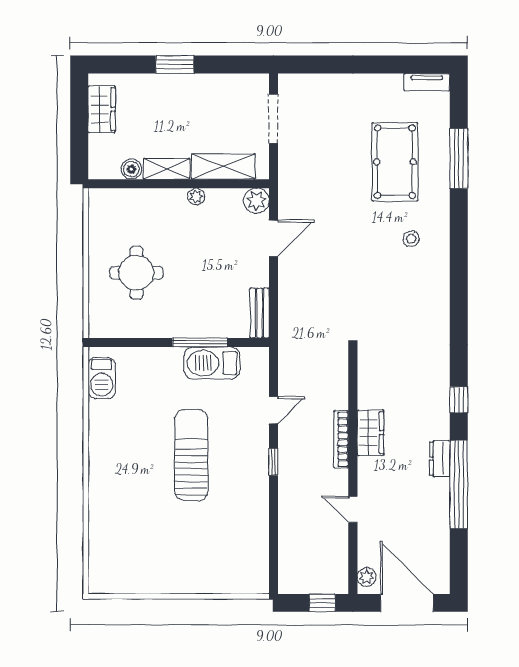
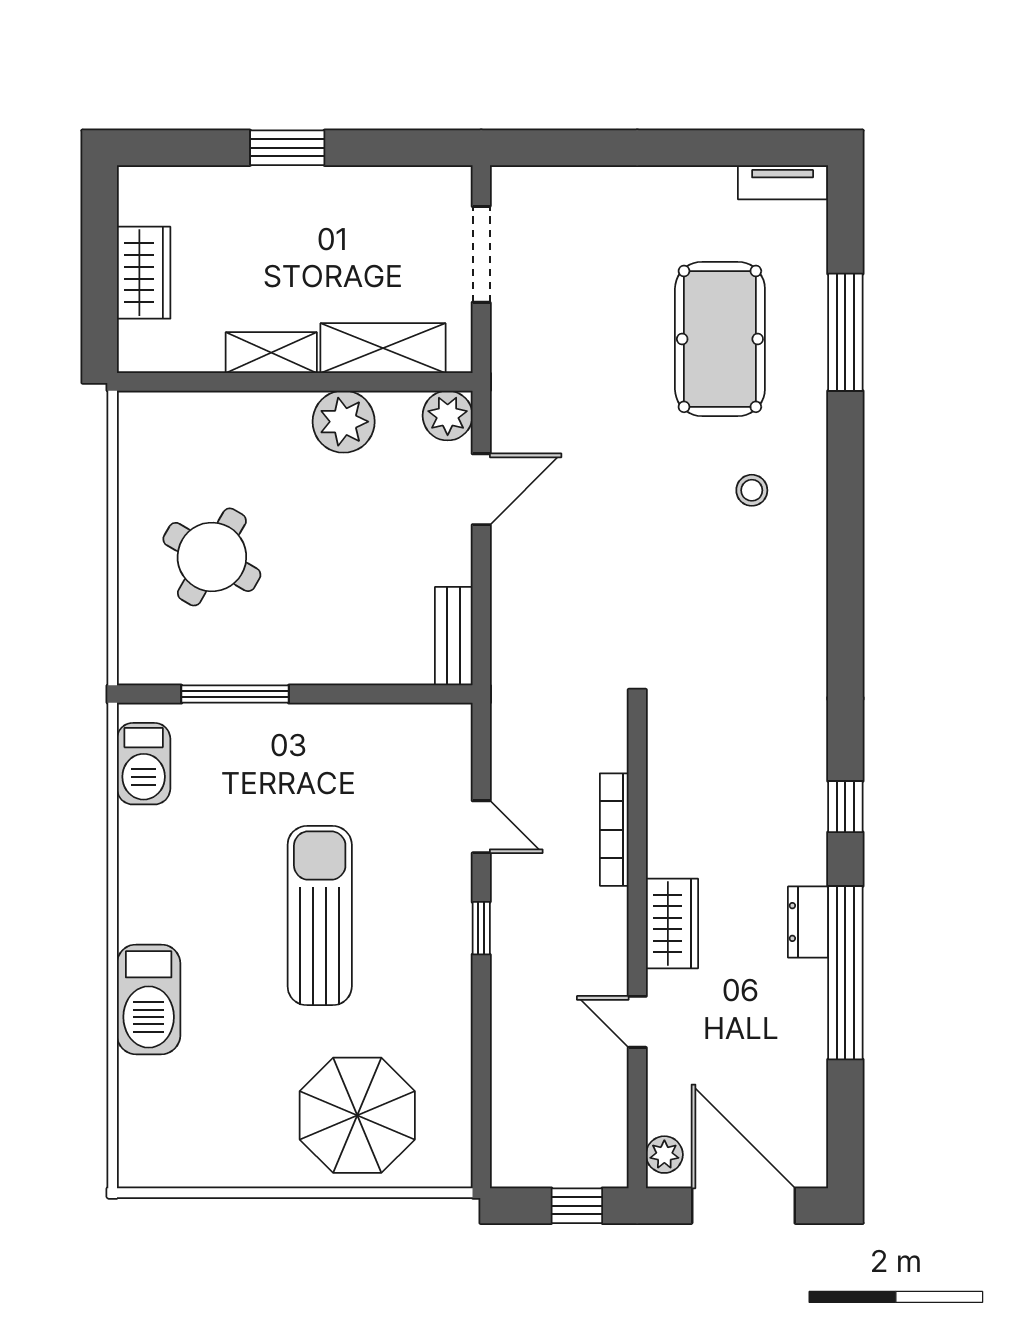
wardrobe: (102, 109) -> (144, 273), moved
boiler: (131, 169) -> (202, 353), removed
plant: (196, 197) -> (344, 422), width x1.88, depth x1.88
round table: (136, 273) -> (212, 557), turned 30
window: (200, 343) -> (235, 694), moved
barbecue: (212, 363) -> (149, 999), moved, turned -90
door: (273, 410) -> (481, 827), hinge flipped
wardrobe: (371, 433) -> (672, 924), moved
bookcase: (341, 439) -> (614, 830), moved
parasol: (210, 557) -> (357, 1115), added

